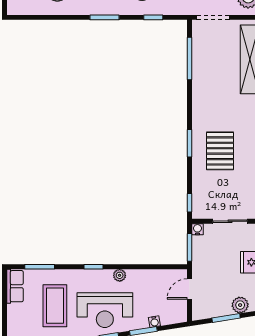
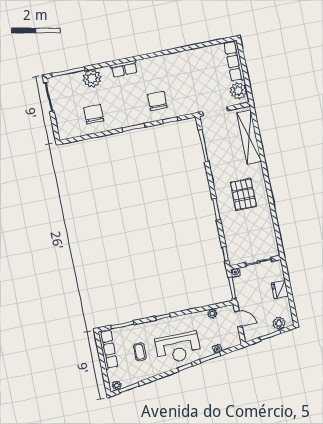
pallet: (220, 151) -> (243, 194), moved
plant: (120, 275) -> (212, 314), moved
row of seats: (15, 286) -> (108, 349), width x1.48
door: (189, 289) -> (238, 319), swing flipped
coffee table: (55, 306) -> (140, 352), width x0.54, depth x0.58

